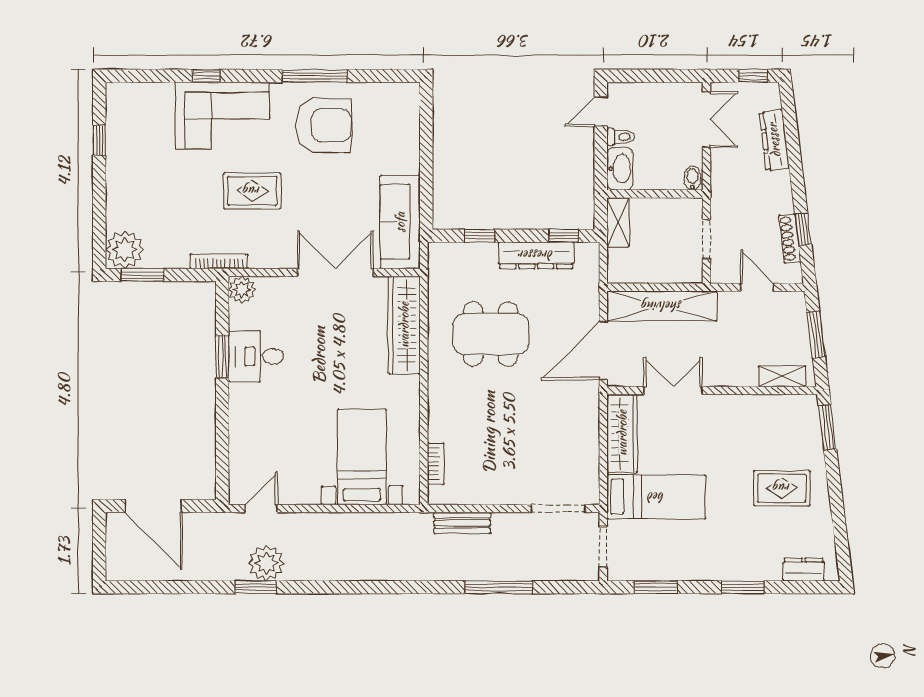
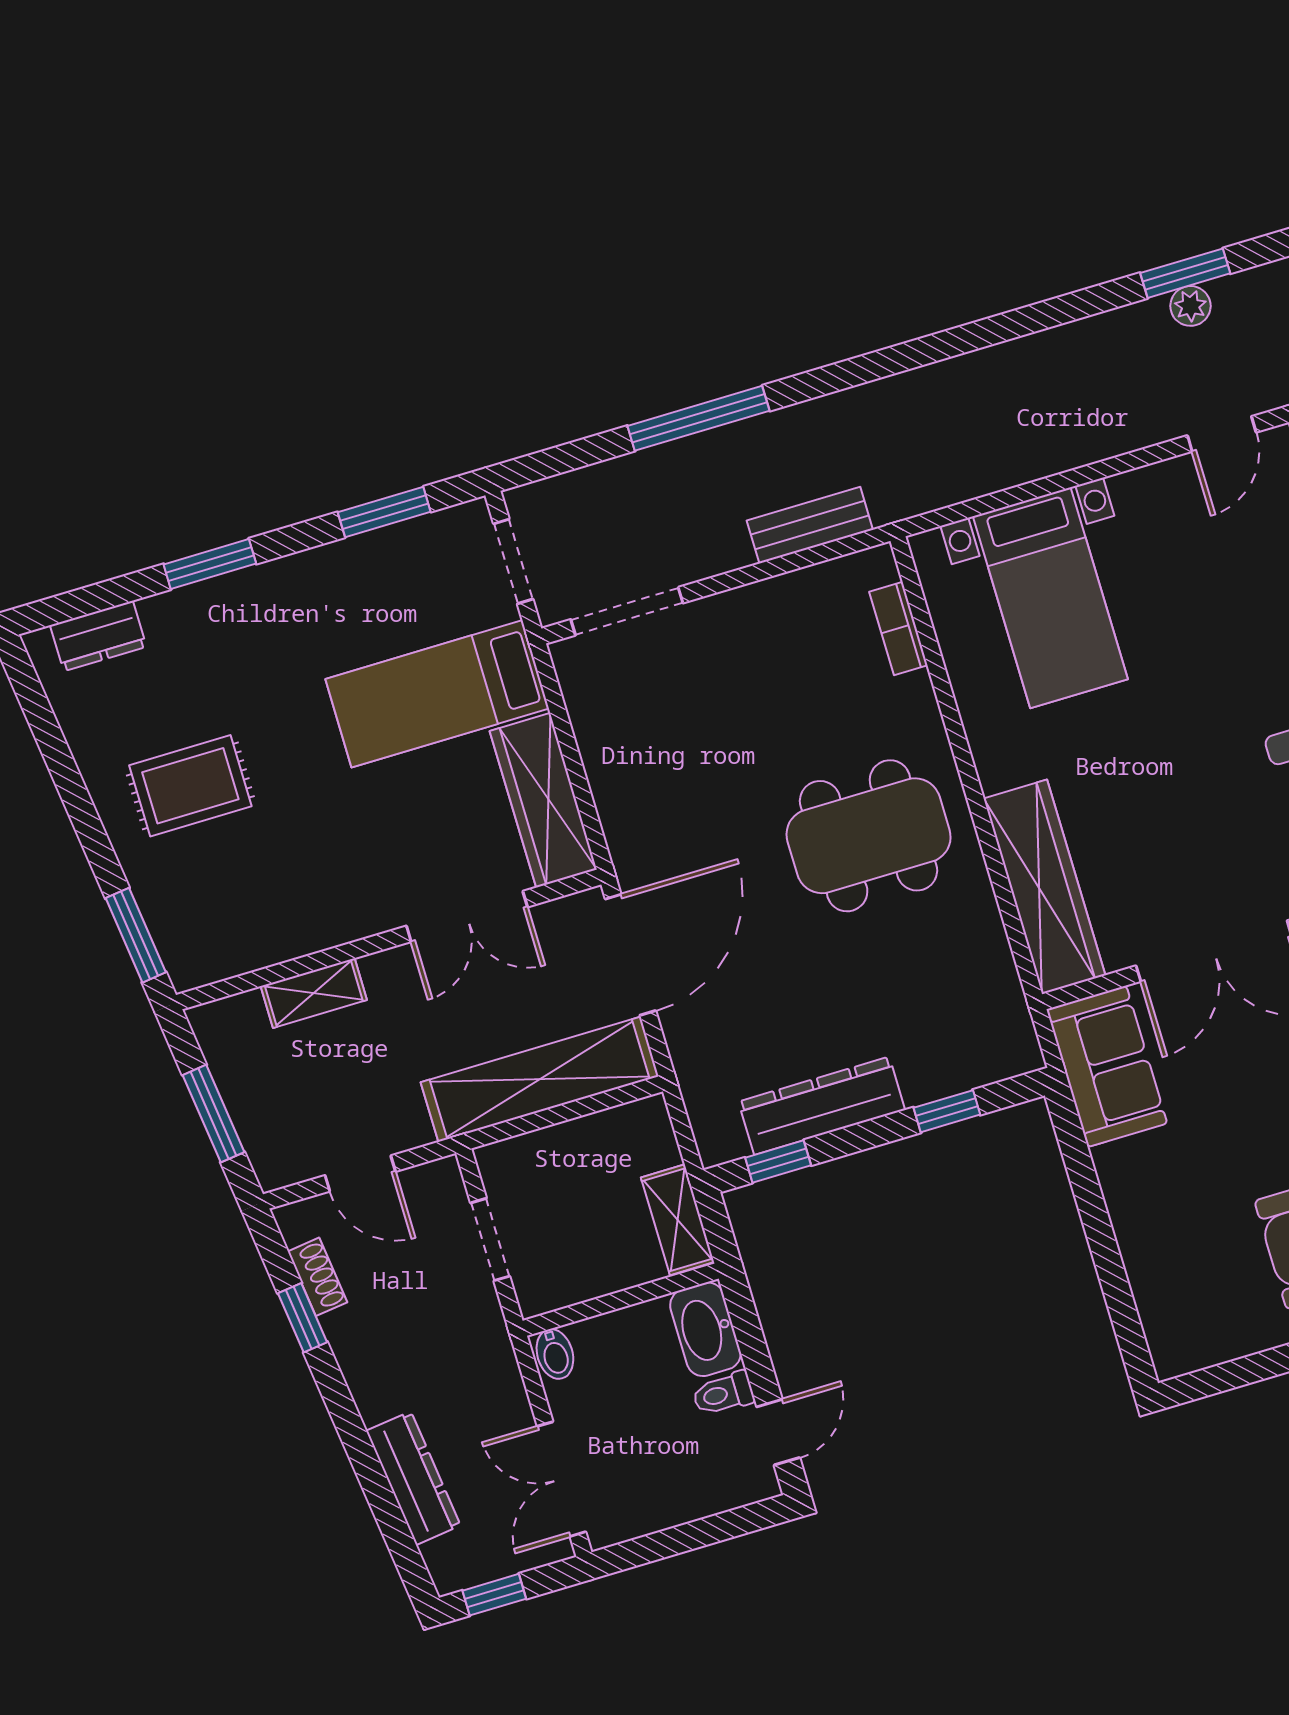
sofa: (400, 222) -> (1107, 1066), width x0.73
shoe rack: (790, 239) -> (318, 1277), width x0.70
dining table: (491, 334) -> (869, 836), moved
shelving: (782, 376) -> (314, 993), moved
plant: (266, 563) -> (1190, 306), width x0.53, depth x0.53

